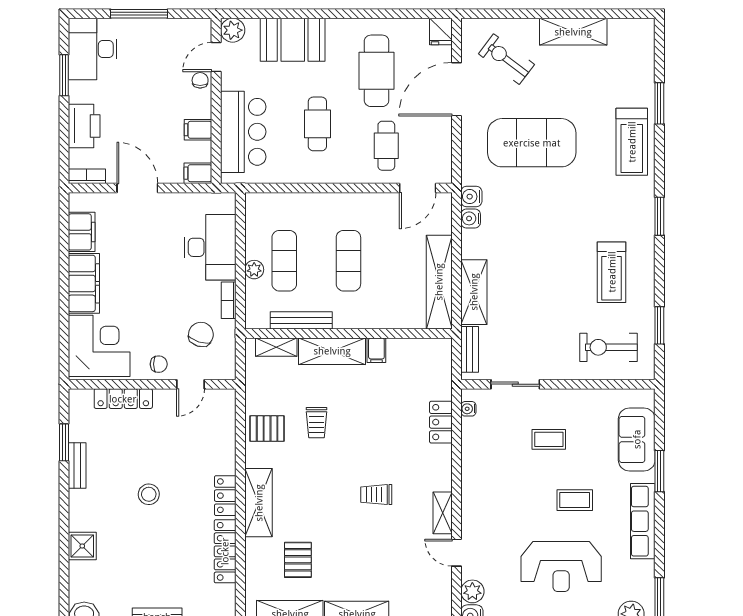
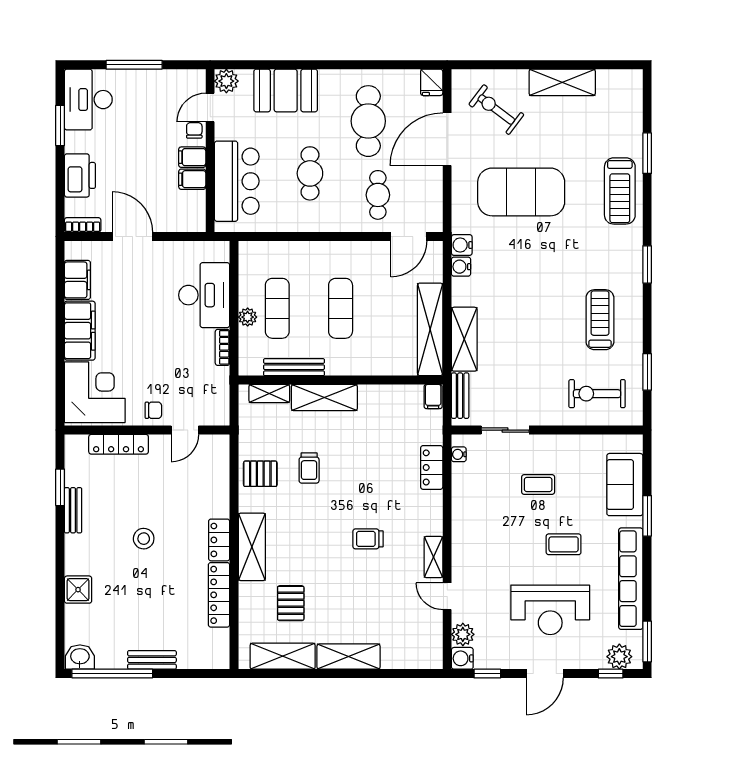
filing cabinet: (198, 173) -> (192, 157), moved
treadmill: (612, 272) -> (600, 320), turned 180
chair: (201, 334) -> (195, 381), removed
filing cabinet: (376, 350) -> (433, 397), moved
row of seats: (643, 521) -> (631, 579), width x1.36

